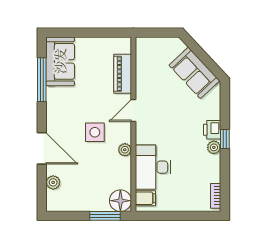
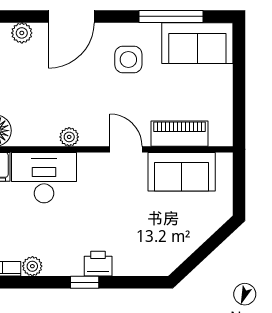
sofa: (194, 73) -> (182, 172), moved, turned -137
side table: (95, 132) -> (128, 60), moved
plant: (214, 147) -> (32, 266), moved

